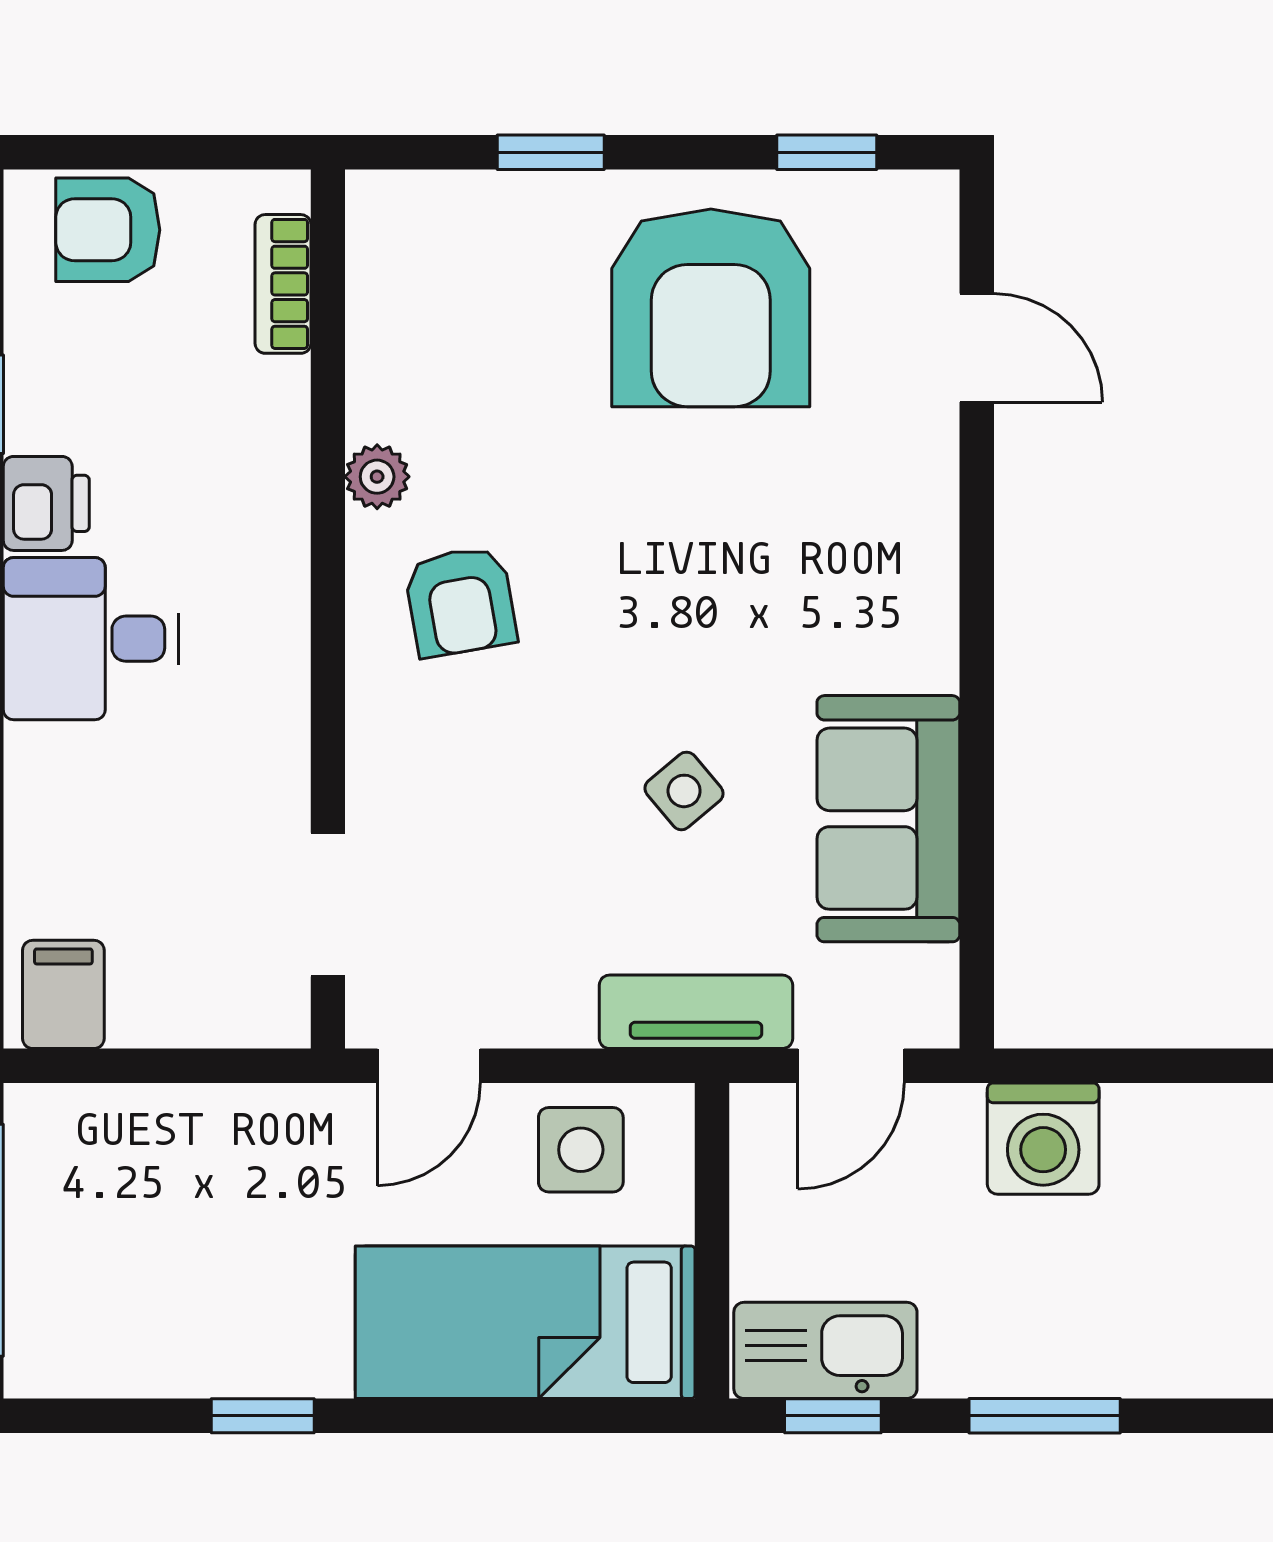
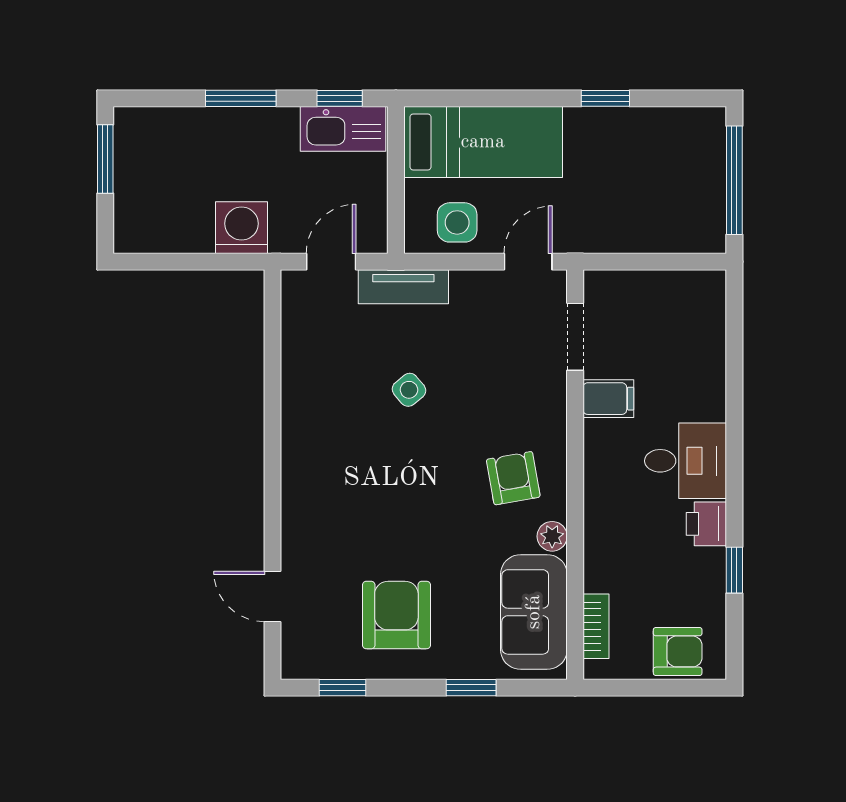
armchair: (711, 308) -> (396, 615), width x0.73, depth x0.73
sofa: (888, 819) -> (534, 612), moved, turned 180
filing cabinet: (63, 994) -> (608, 399), moved, turned -90

